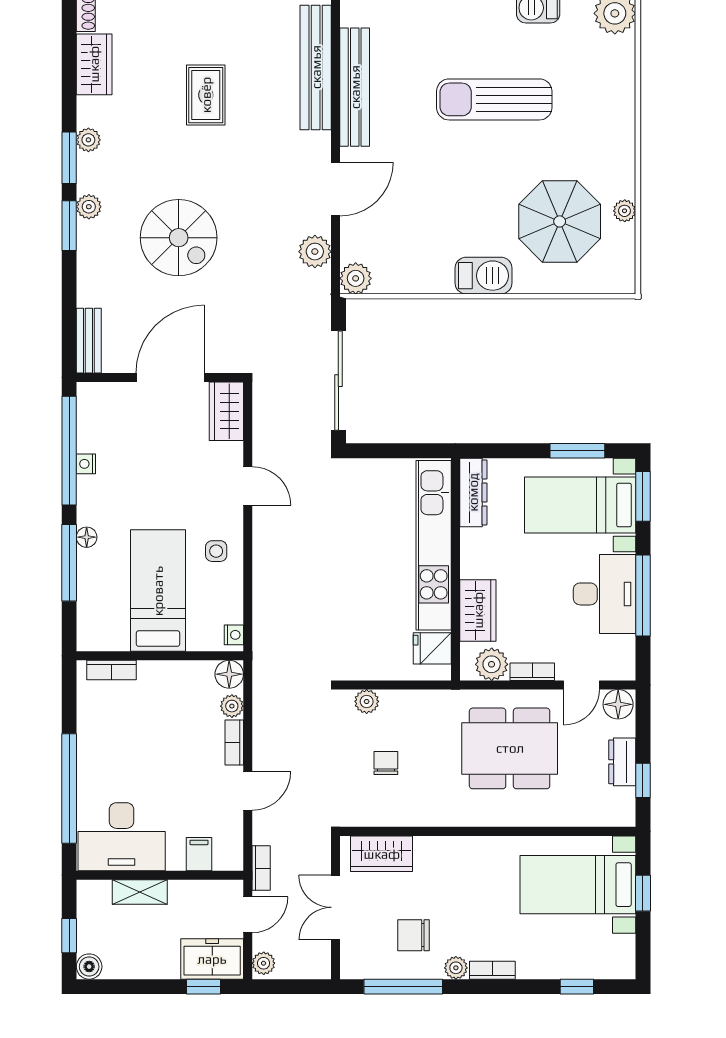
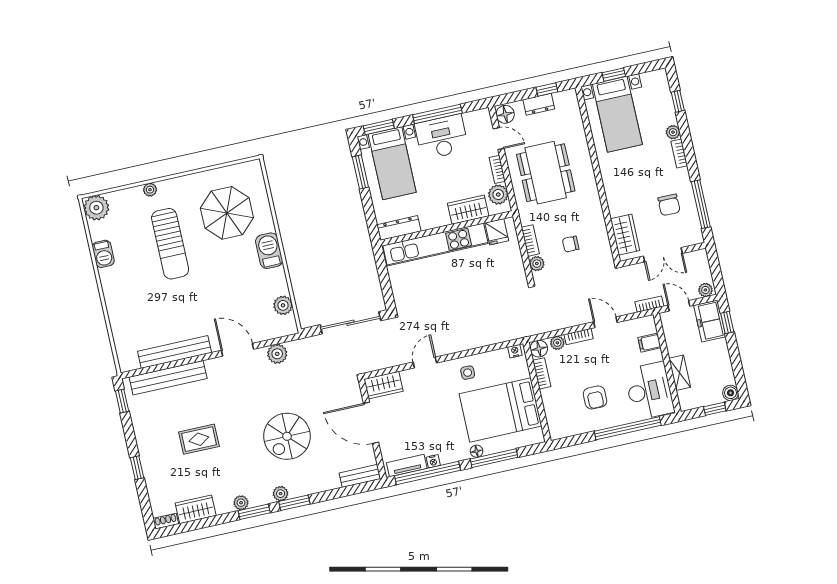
sun lounger: (494, 99) -> (170, 244), moved
plant: (625, 211) -> (150, 190), moved
spiral stairs: (179, 238) -> (287, 436), turned 180
plant: (356, 278) -> (283, 305), moved
tv unit: (89, 420) -> (407, 466), added
bed: (158, 591) -> (501, 410), width x1.50
bookcase: (112, 670) -> (542, 373), moved
bookcase: (406, 699) -> (530, 241), added
armchair: (130, 747) -> (595, 397), added
plant: (456, 968) -> (673, 132), moved

